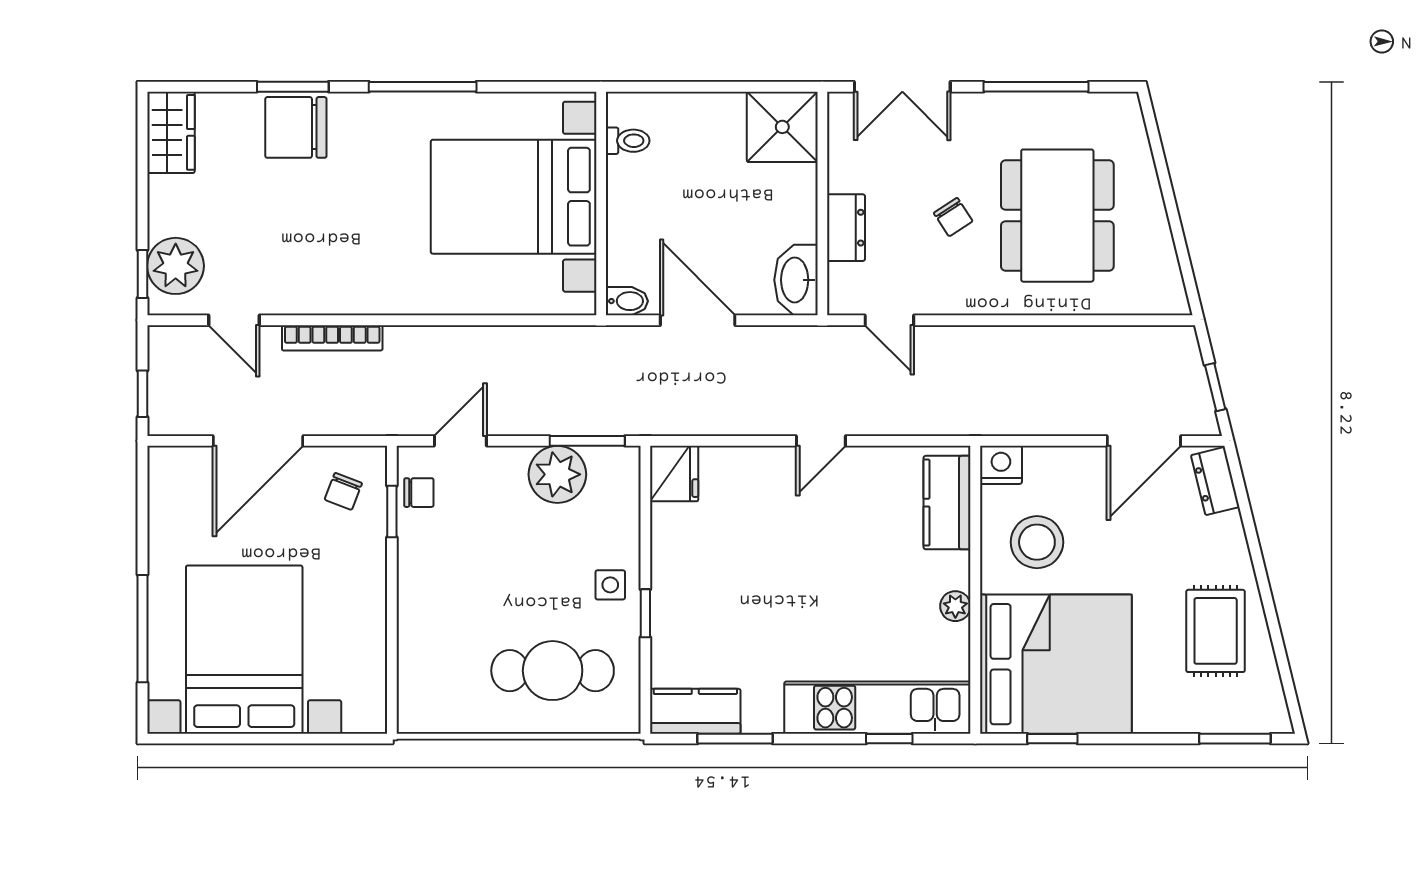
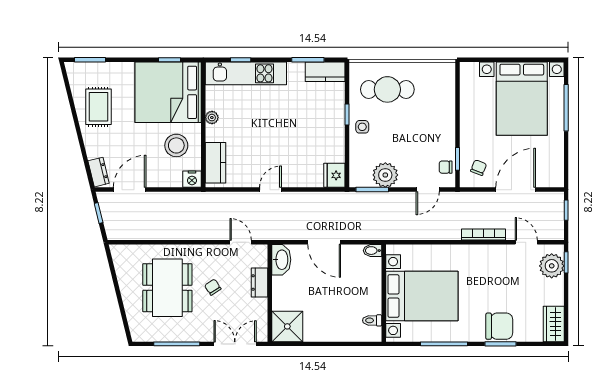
toilet: (628, 141) -> (372, 320), moved
bed with nightstands: (514, 197) -> (422, 296), moved
wall: (601, 203) -> (384, 293), moved
bidet: (627, 301) -> (373, 251), moved

